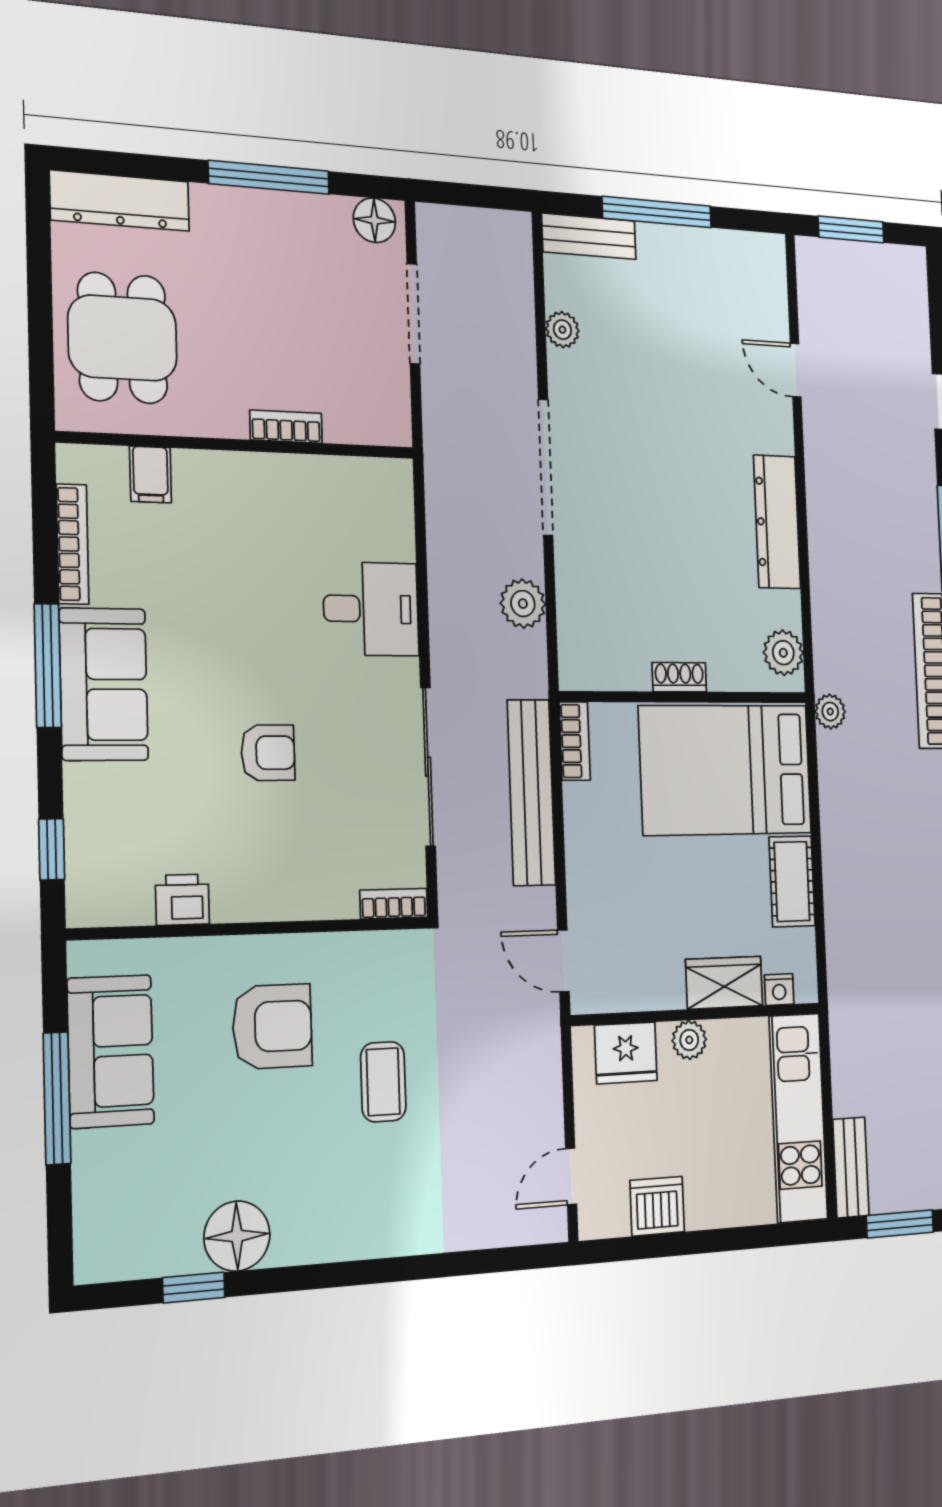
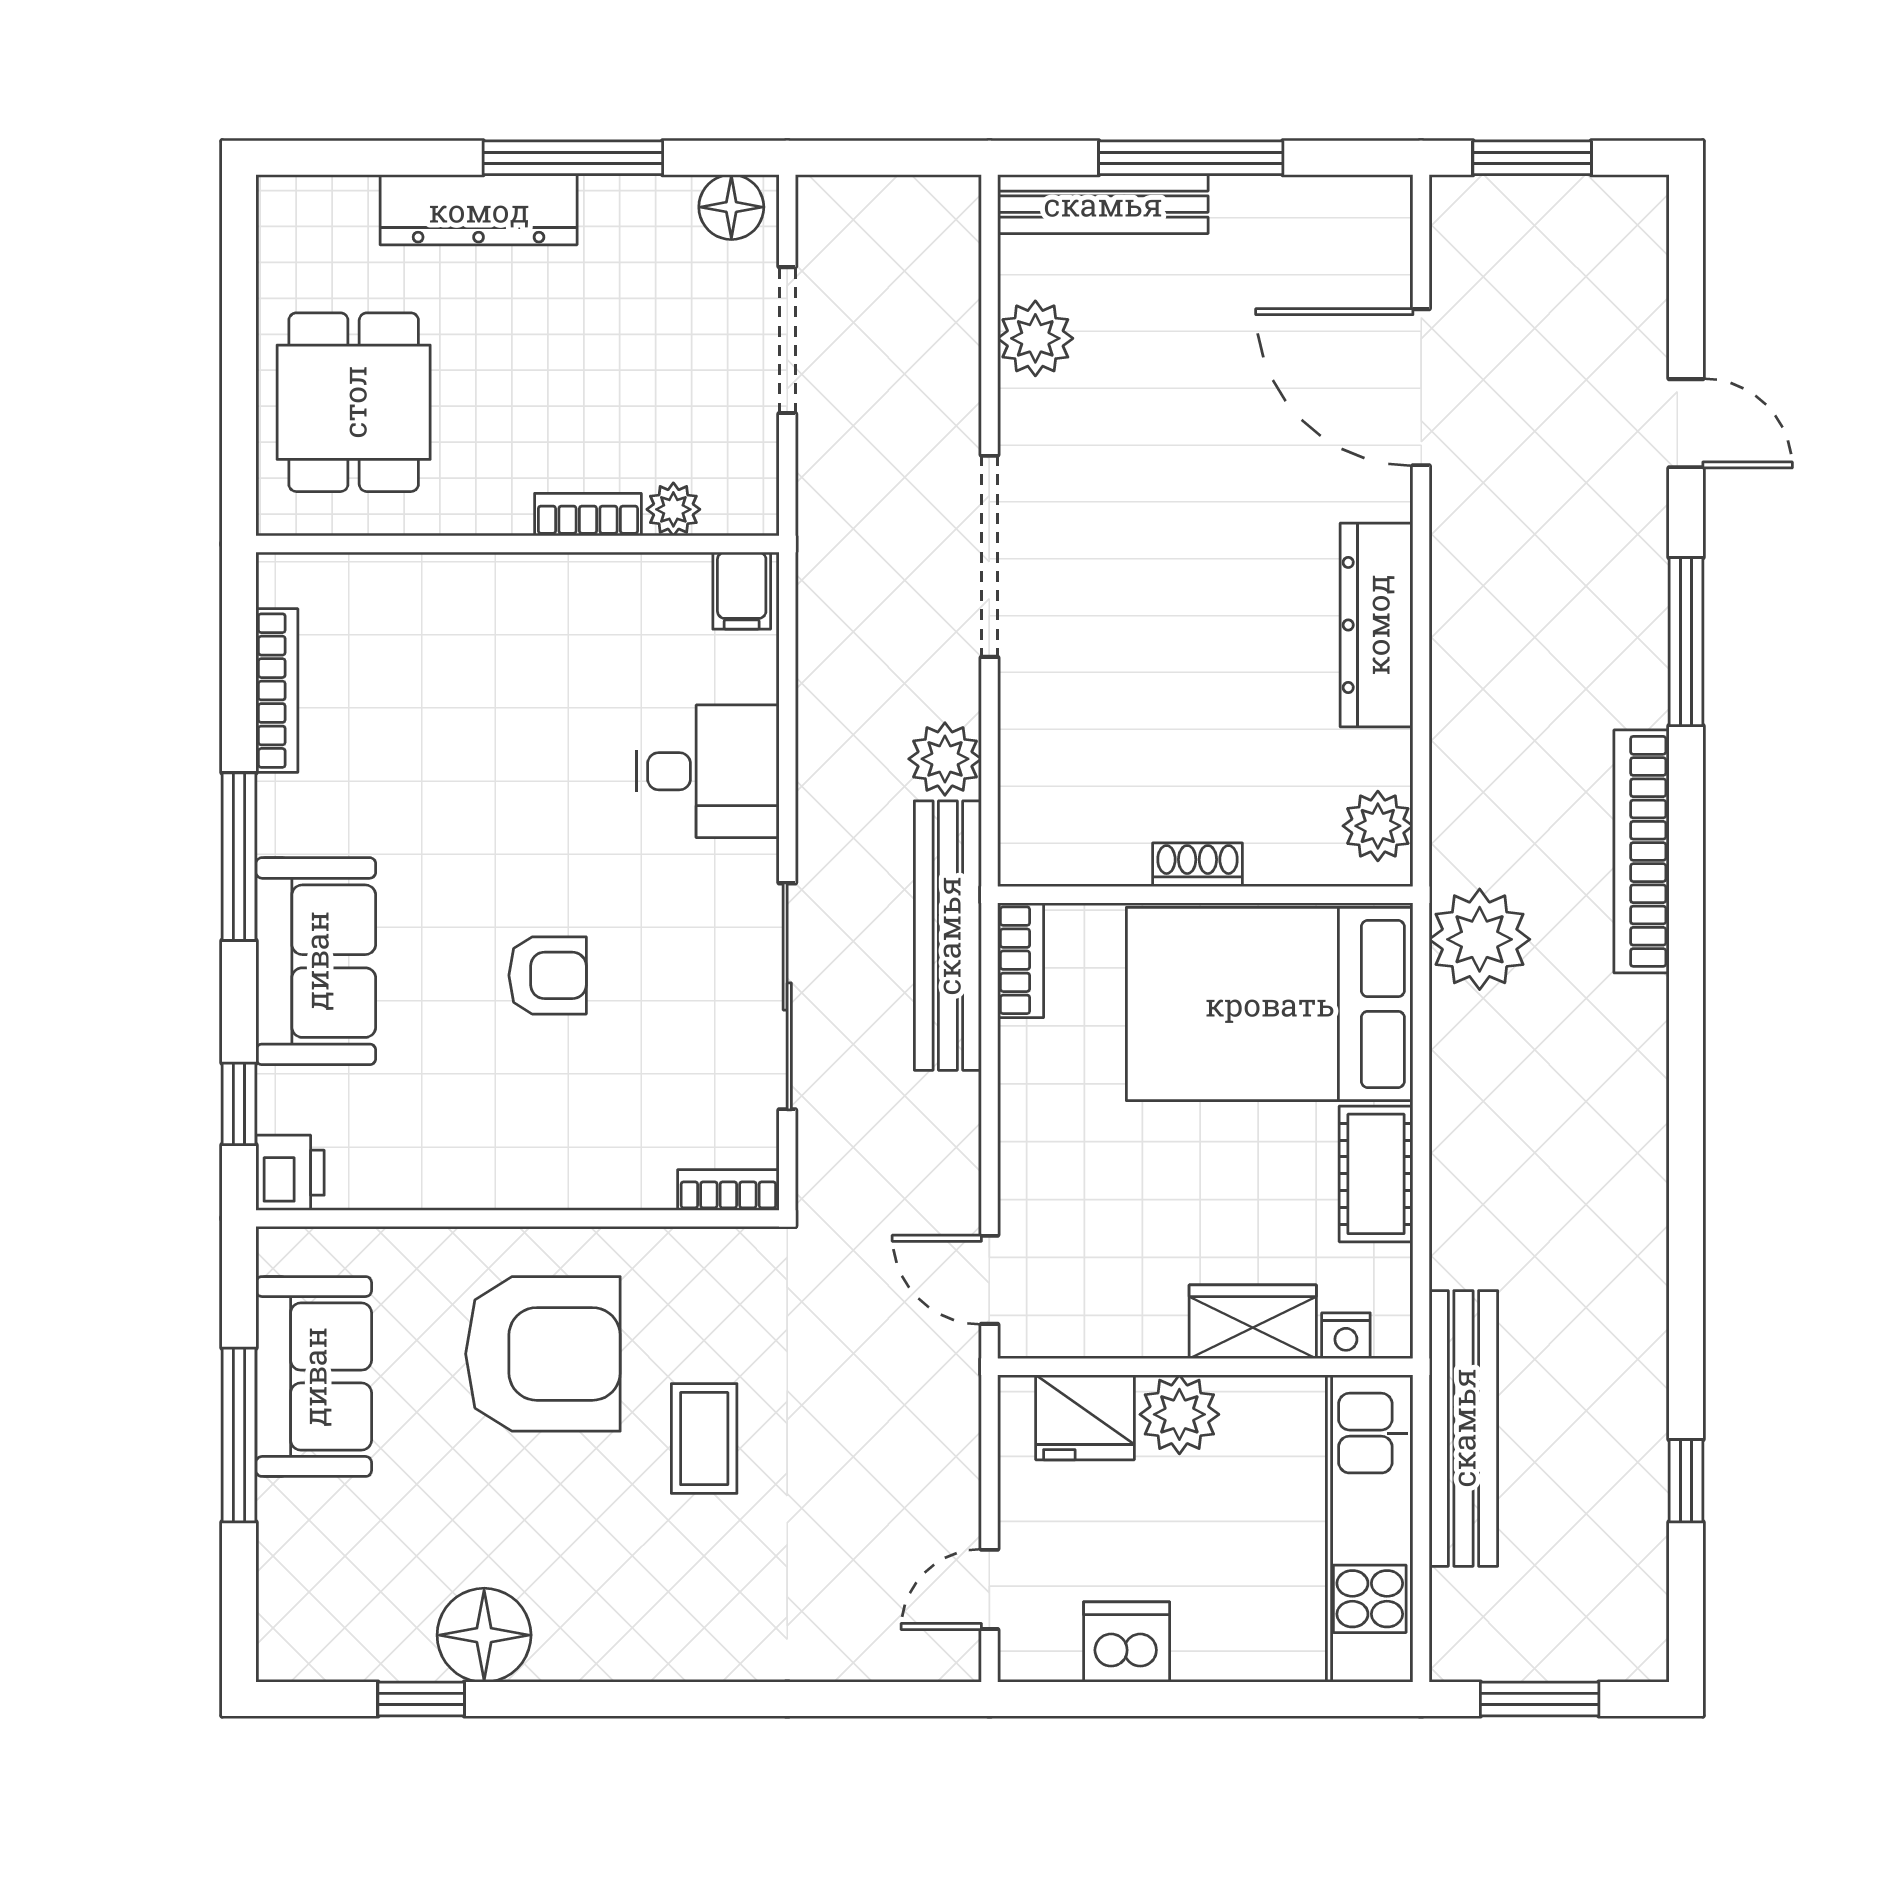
dresser: (120, 201) -> (479, 210), moved
bench: (589, 236) -> (1103, 204), width x1.36
plant: (562, 330) -> (1035, 338), width x1.38, depth x1.38
door: (796, 370) -> (1421, 387), width x1.87
plant: (343, 426) -> (673, 509), added
filing cabinet: (151, 474) -> (742, 591), moved
sofa: (104, 684) -> (316, 961), moved
plant: (830, 712) -> (1480, 939), width x1.88, depth x1.88
bench: (531, 792) -> (948, 936), moved
printer: (182, 900) -> (290, 1173), moved, turned 90
armchair: (272, 1026) -> (543, 1354), width x1.36, depth x1.36
plant: (689, 1040) -> (1179, 1414), width x1.38, depth x1.38
bench: (851, 1167) -> (1463, 1428), moved, width x1.86, depth x1.21

